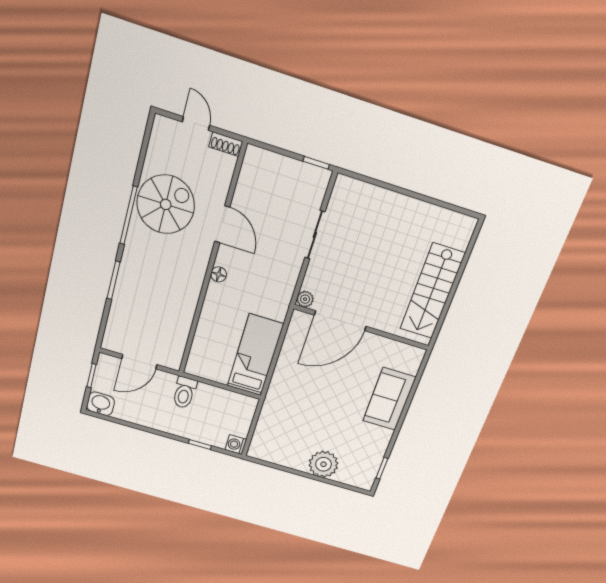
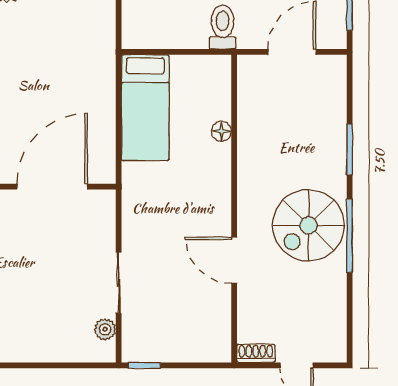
spiral stairs: (166, 204) -> (309, 225), moved
floor lamp: (219, 274) -> (221, 131), moved
plant: (305, 299) -> (105, 329), moved

